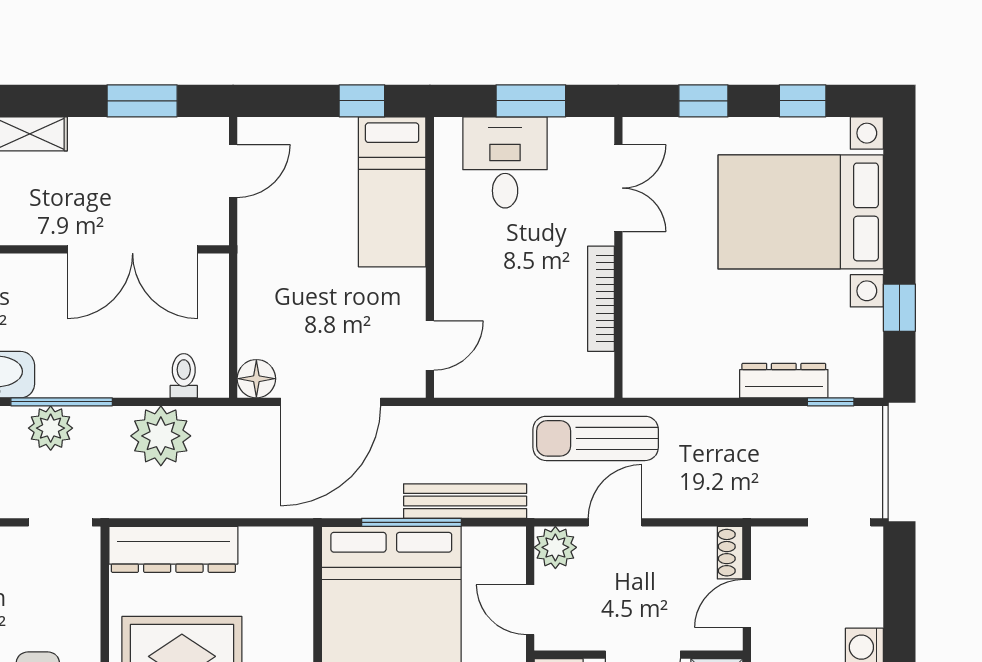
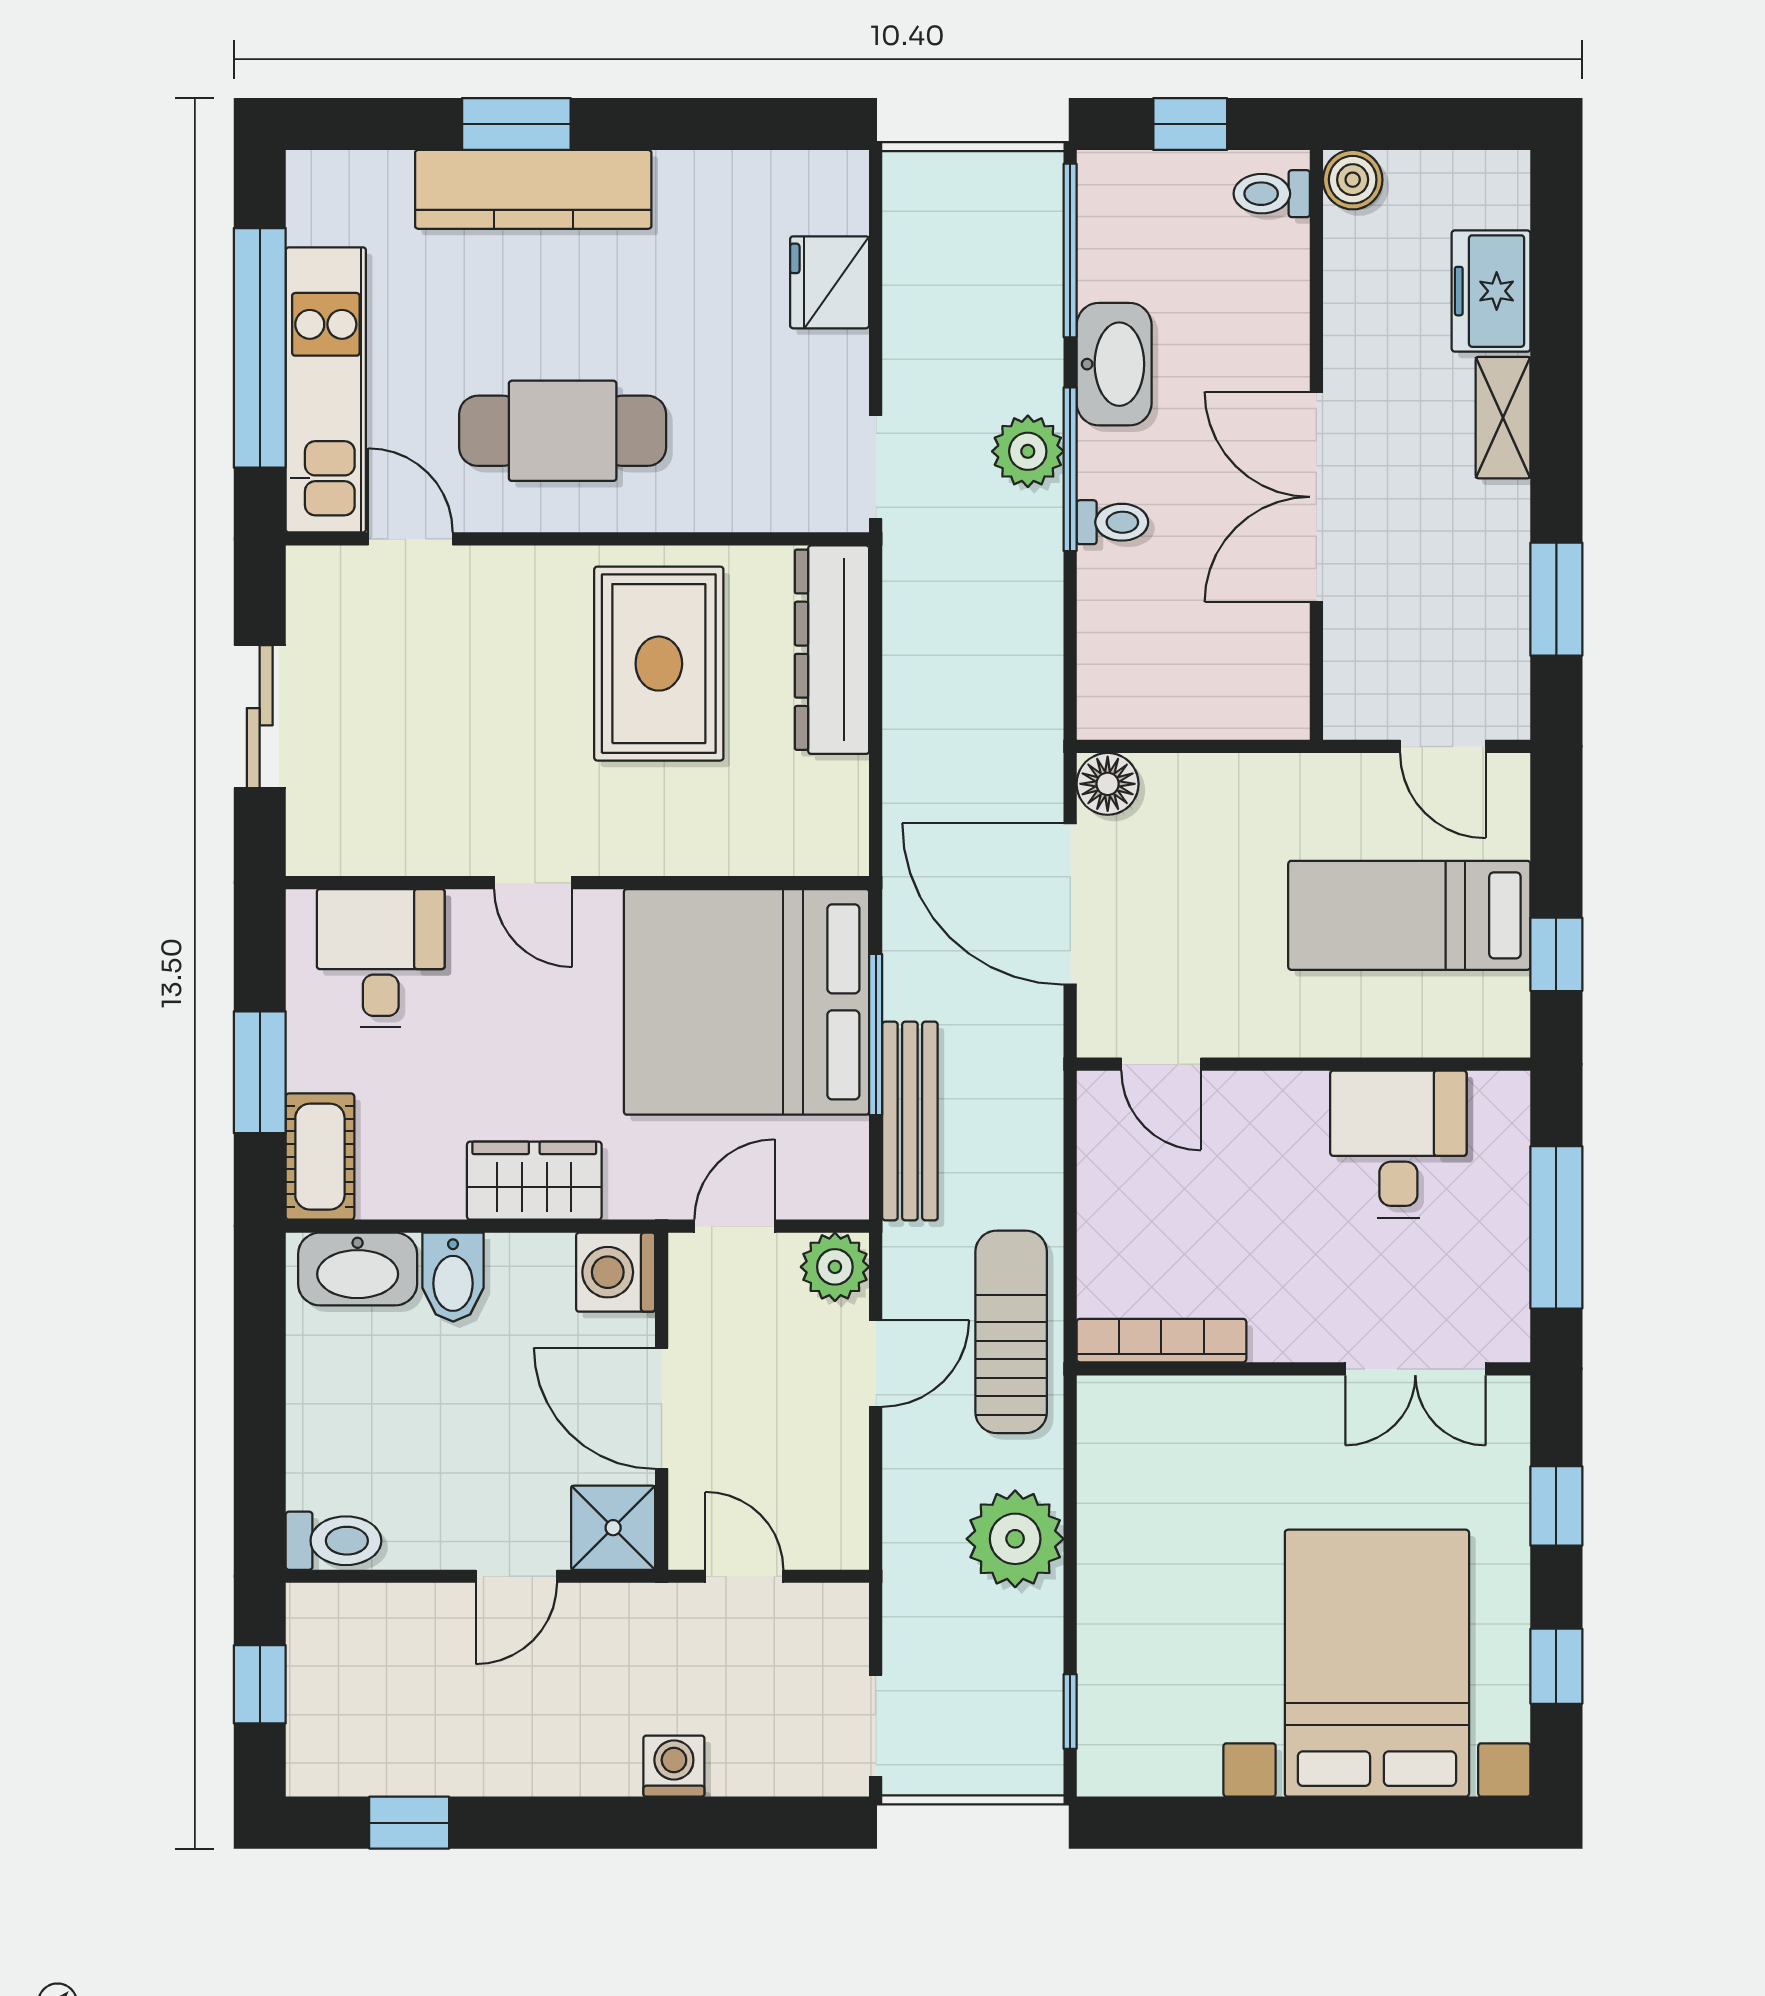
window: (531, 101) -> (1556, 1227), width x1.44
desk: (505, 162) -> (1398, 1144), moved, turned -90
bed: (392, 192) -> (1409, 915), moved
double door: (133, 249) -> (1316, 497), moved
bookcase: (601, 299) -> (1161, 1341), moved
window: (899, 308) -> (1222, 1823), removed
toilet: (184, 376) -> (1112, 522), moved
dresser: (784, 381) -> (1105, 1636), removed
plant: (161, 436) -> (1015, 1539), moved
door: (615, 522) -> (876, 1363), hinge flipped
shoe rack: (730, 553) -> (827, 1549), removed

